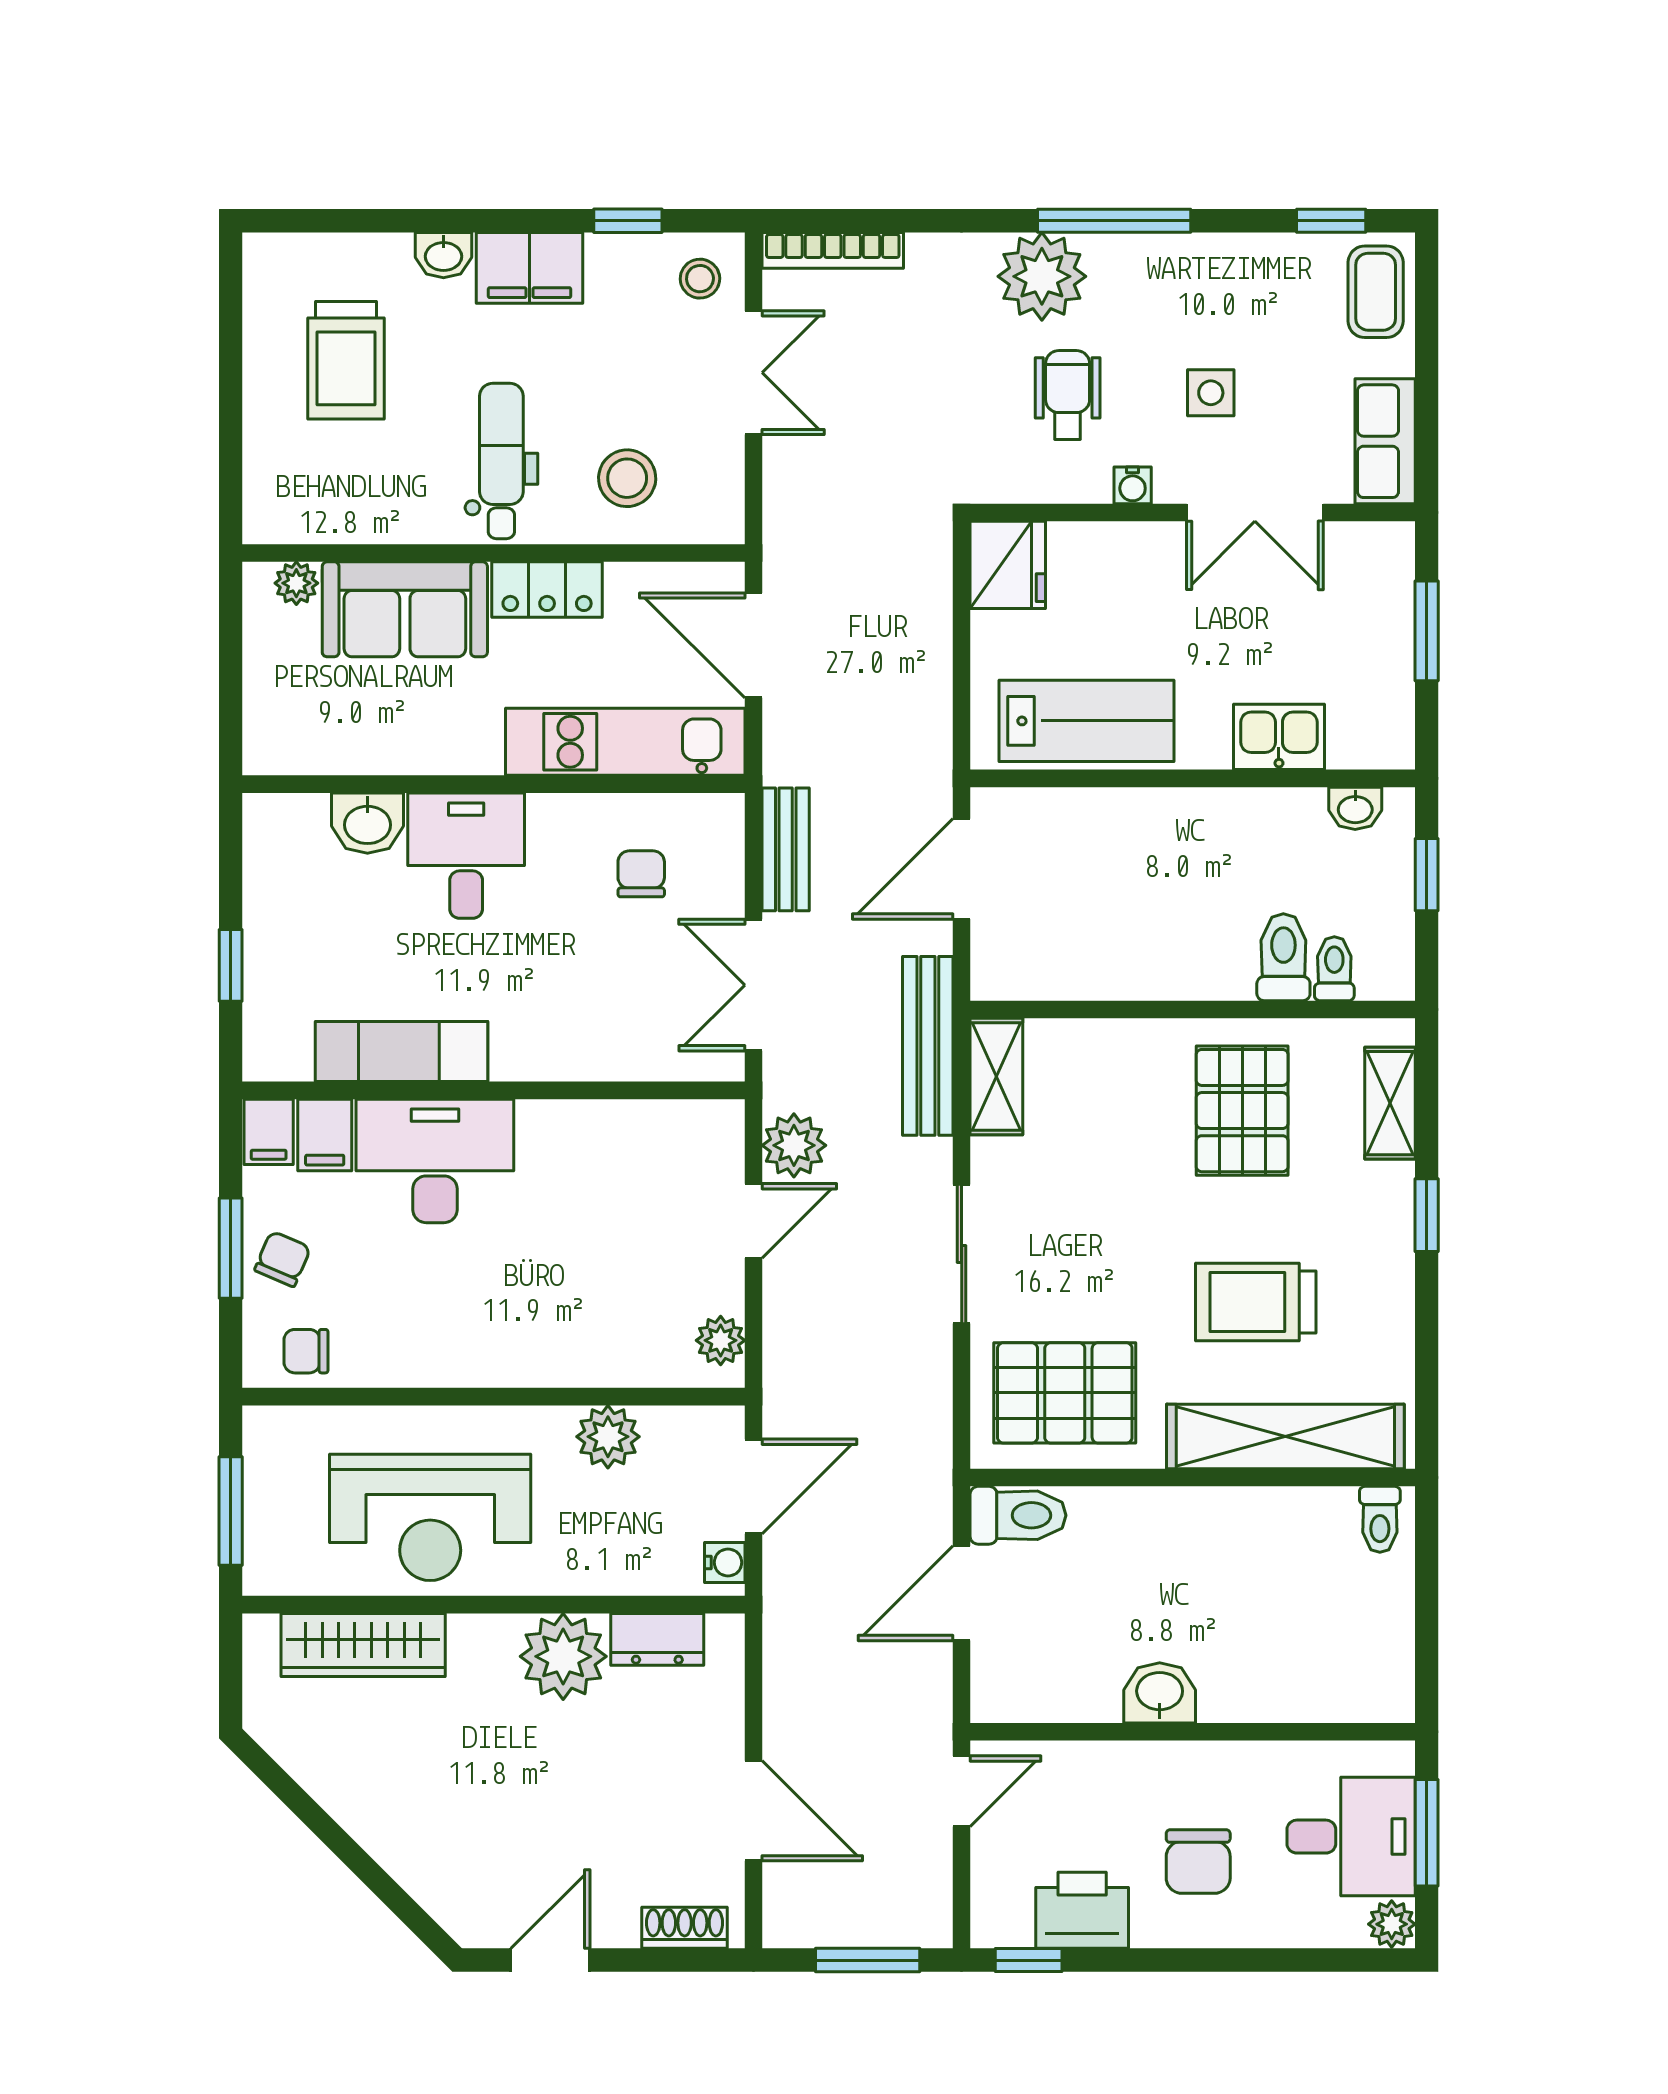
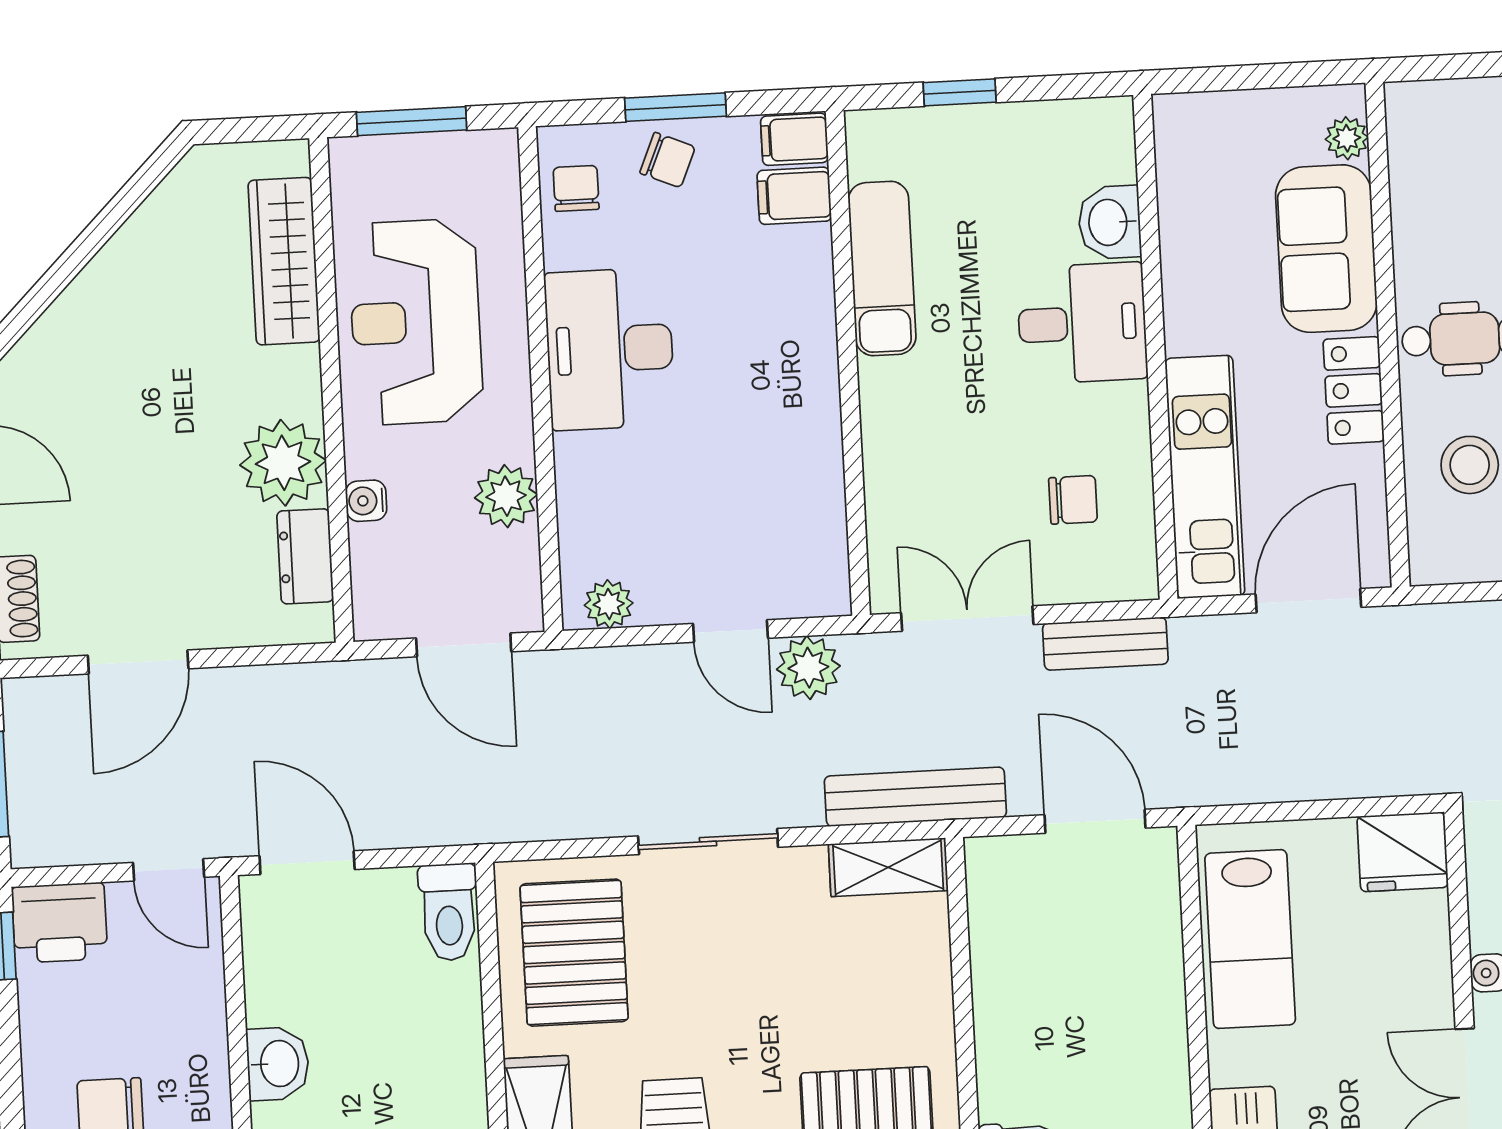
desk: (435, 1161) -> (610, 349), moved, turned 180
water cooler: (725, 1562) -> (366, 501), moved, turned 90
door: (962, 1593) -> (307, 863), moved
printer: (1082, 1910) -> (60, 923), moved, turned 90

